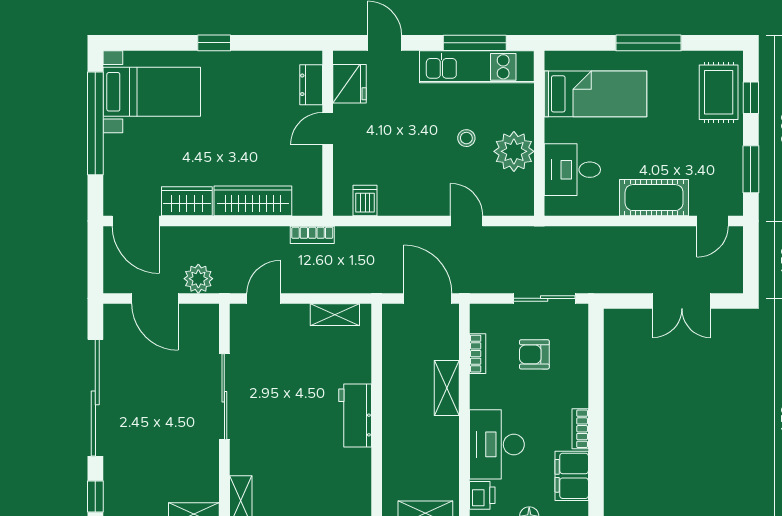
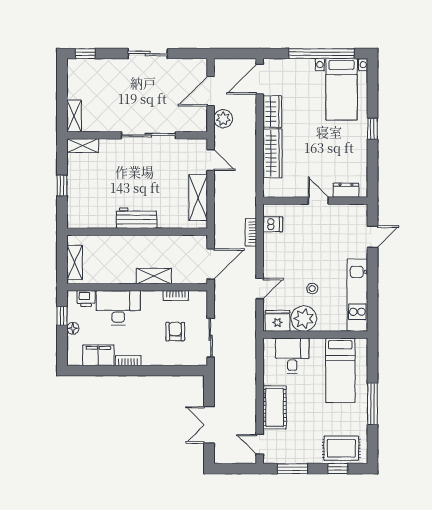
window: (475, 43) -> (372, 294), removed
fridge: (349, 84) -> (277, 321), moved, turned 180
bookcase: (312, 235) -> (251, 232), moved
shelving: (335, 315) -> (198, 197), width x1.50, depth x1.33
sliding door: (95, 398) -> (148, 54), width x0.54

